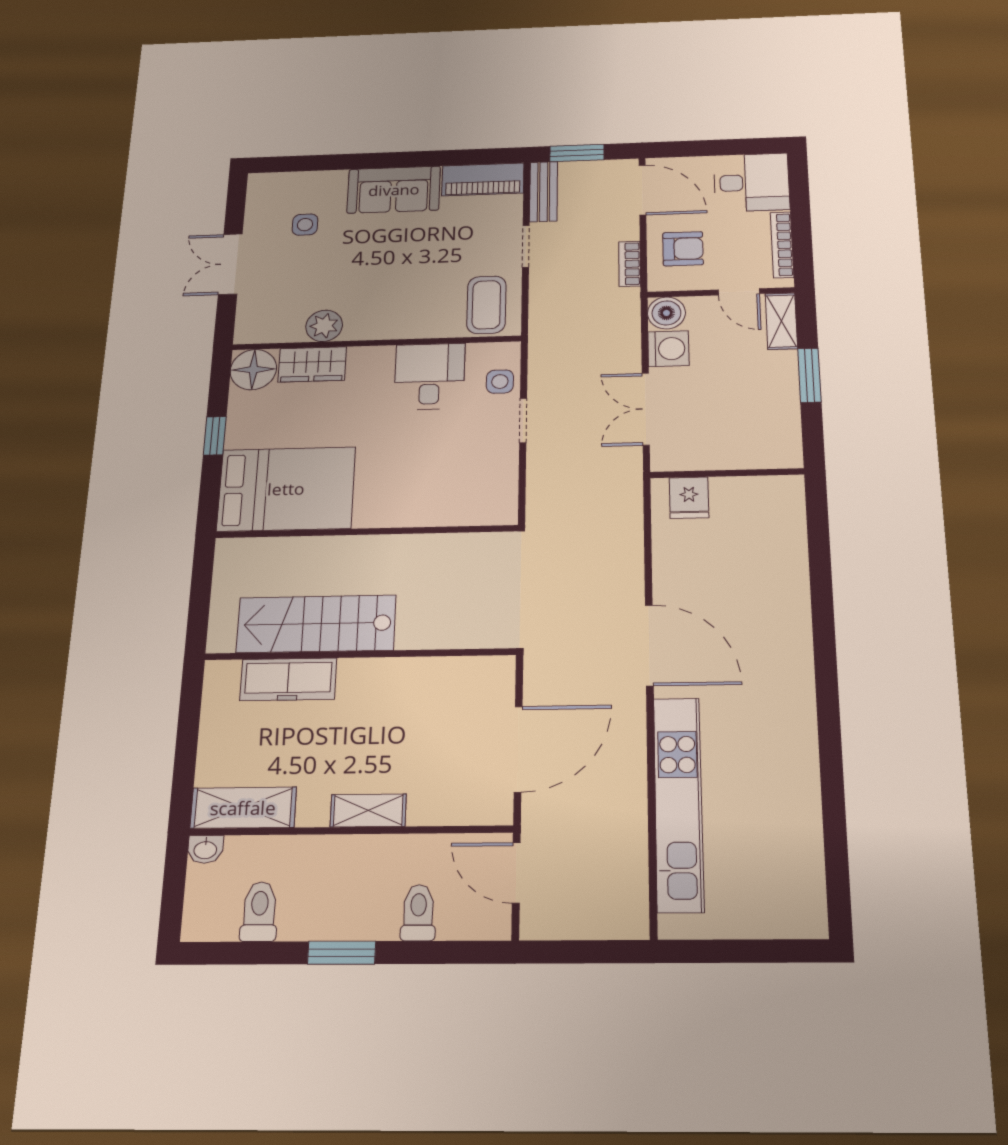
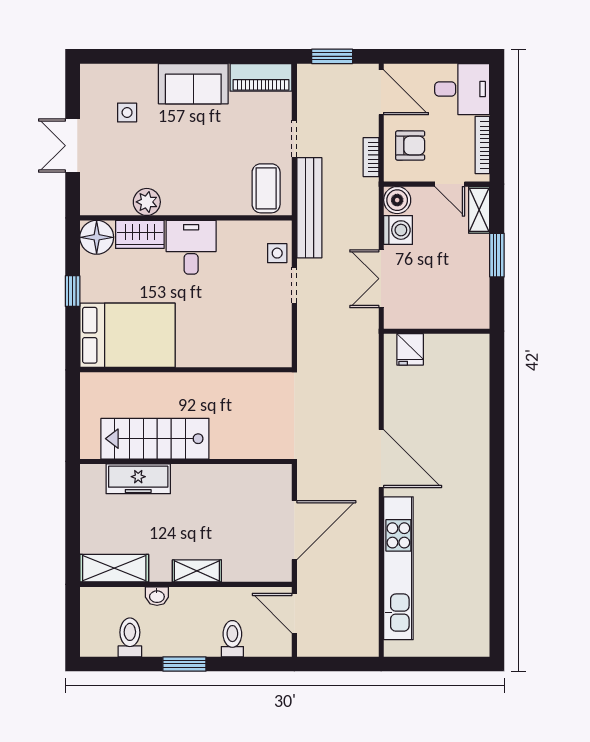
bench: (544, 192) -> (309, 208), moved, width x1.86, depth x1.21
desk: (430, 376) -> (191, 247), moved
washbasin: (205, 849) -> (157, 596), moved

